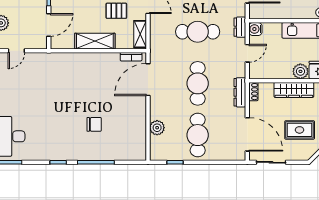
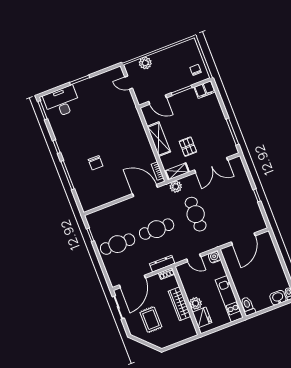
dresser: (240, 27) -> (211, 245), removed
plant: (157, 128) -> (176, 187), moved

